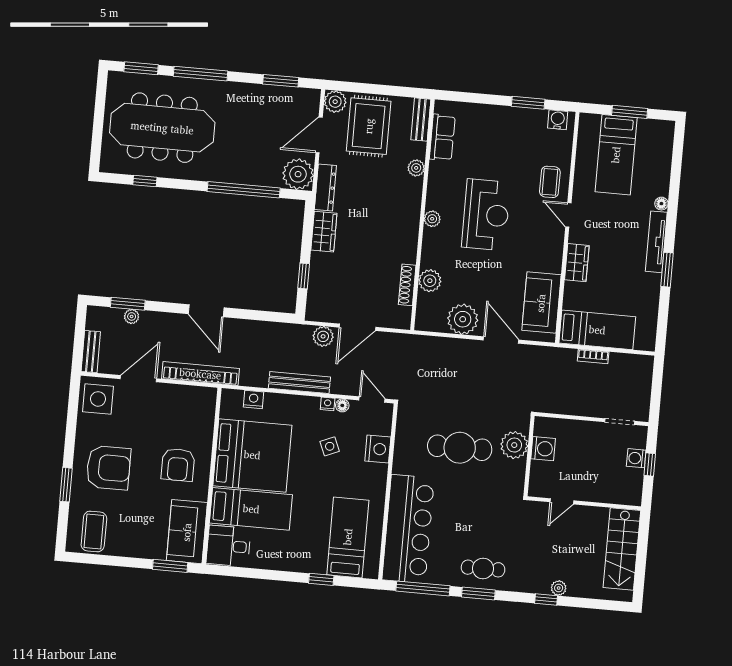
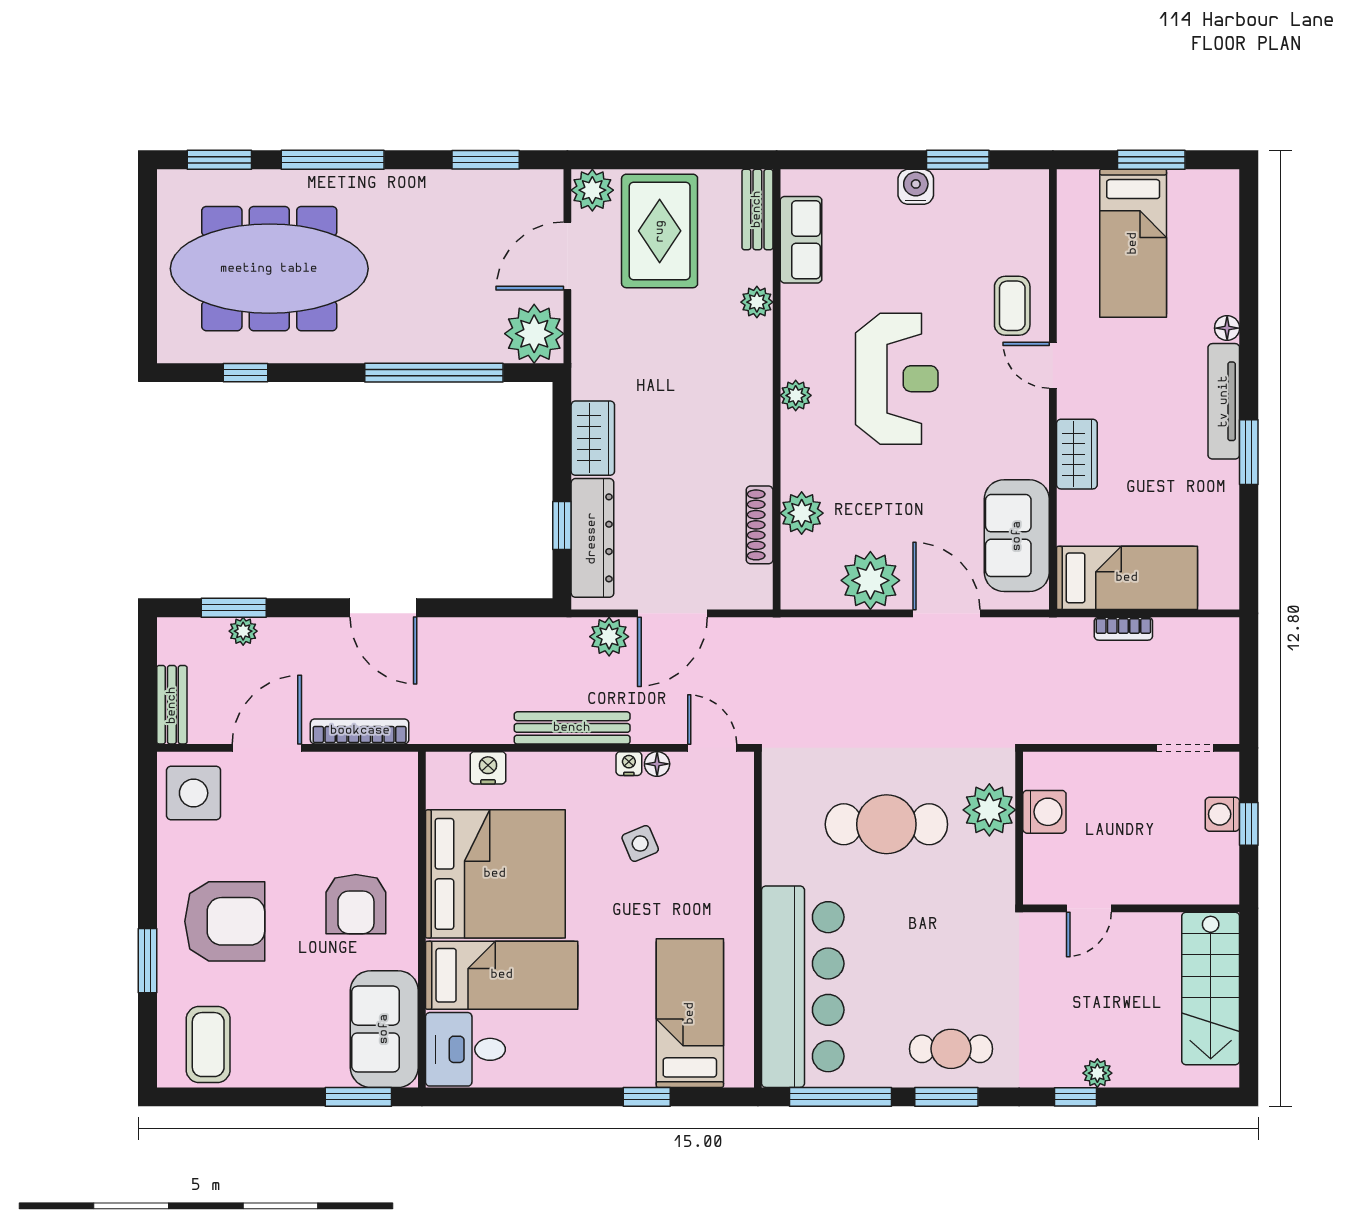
water cooler: (558, 120) -> (916, 187), moved
dresser: (325, 188) -> (592, 538), moved, width x1.37, depth x1.24
bookcase: (200, 374) -> (360, 731), width x0.68, depth x0.76
nightstand: (378, 449) -> (732, 840), removed

